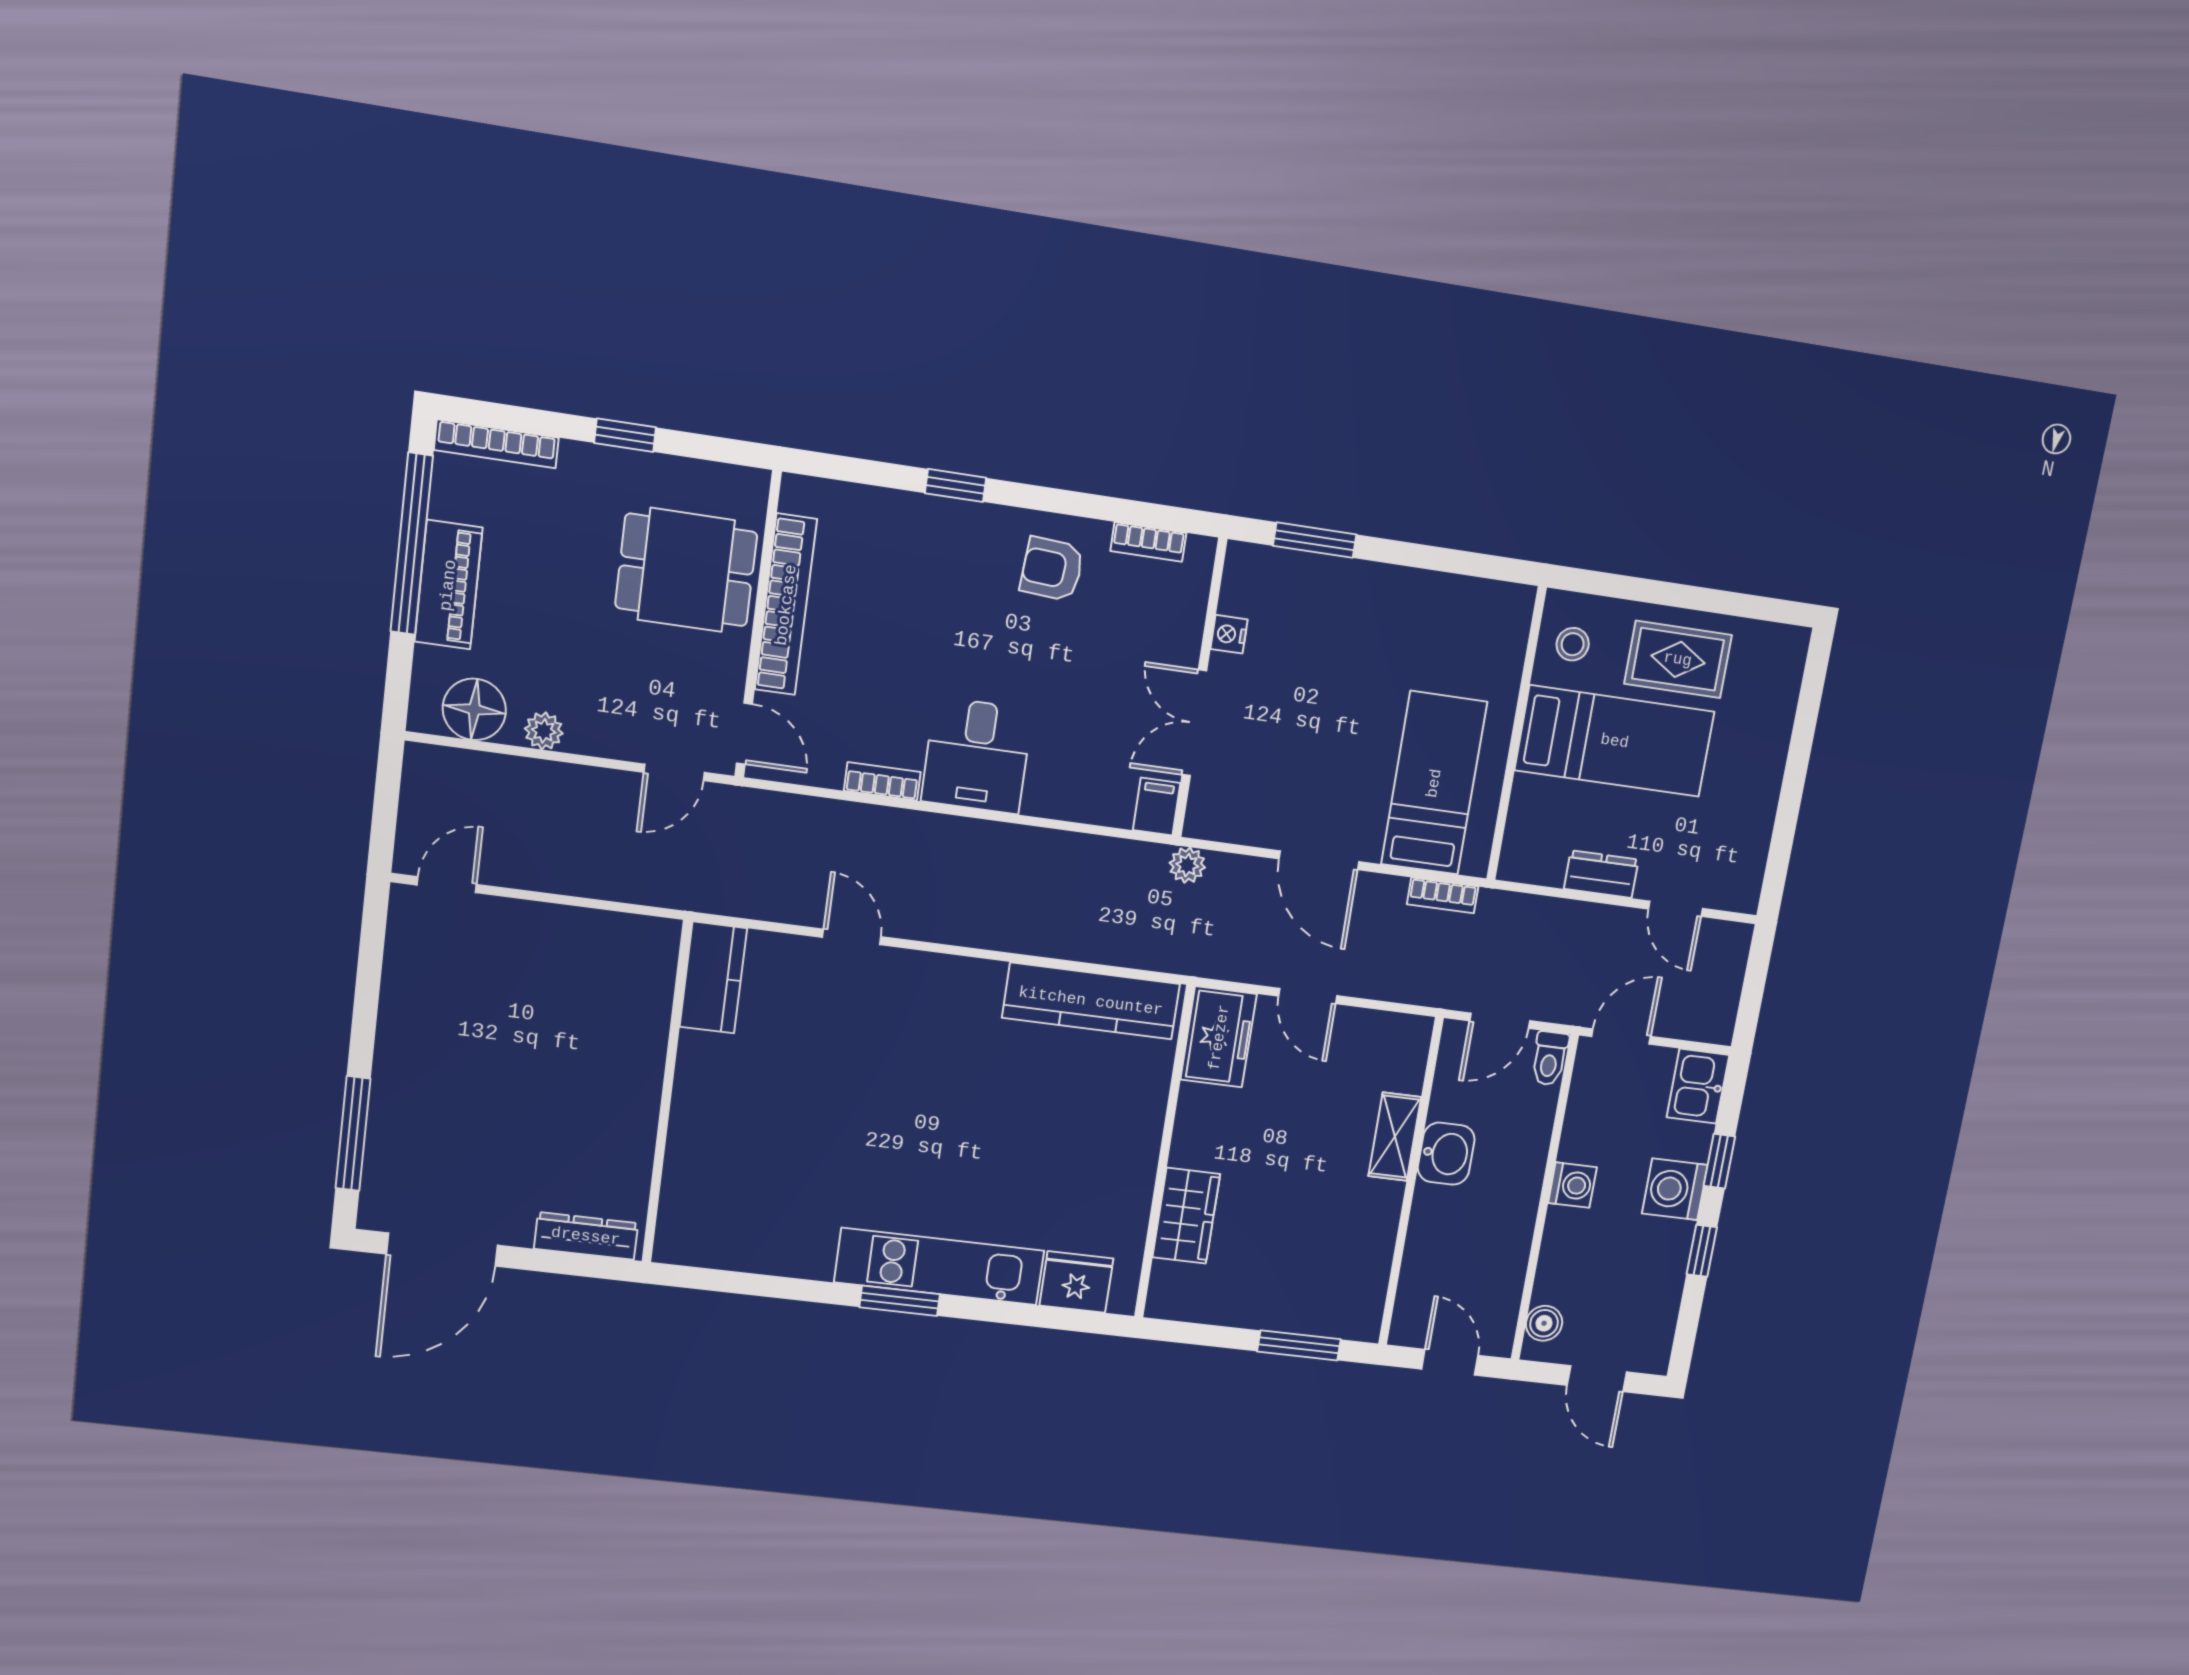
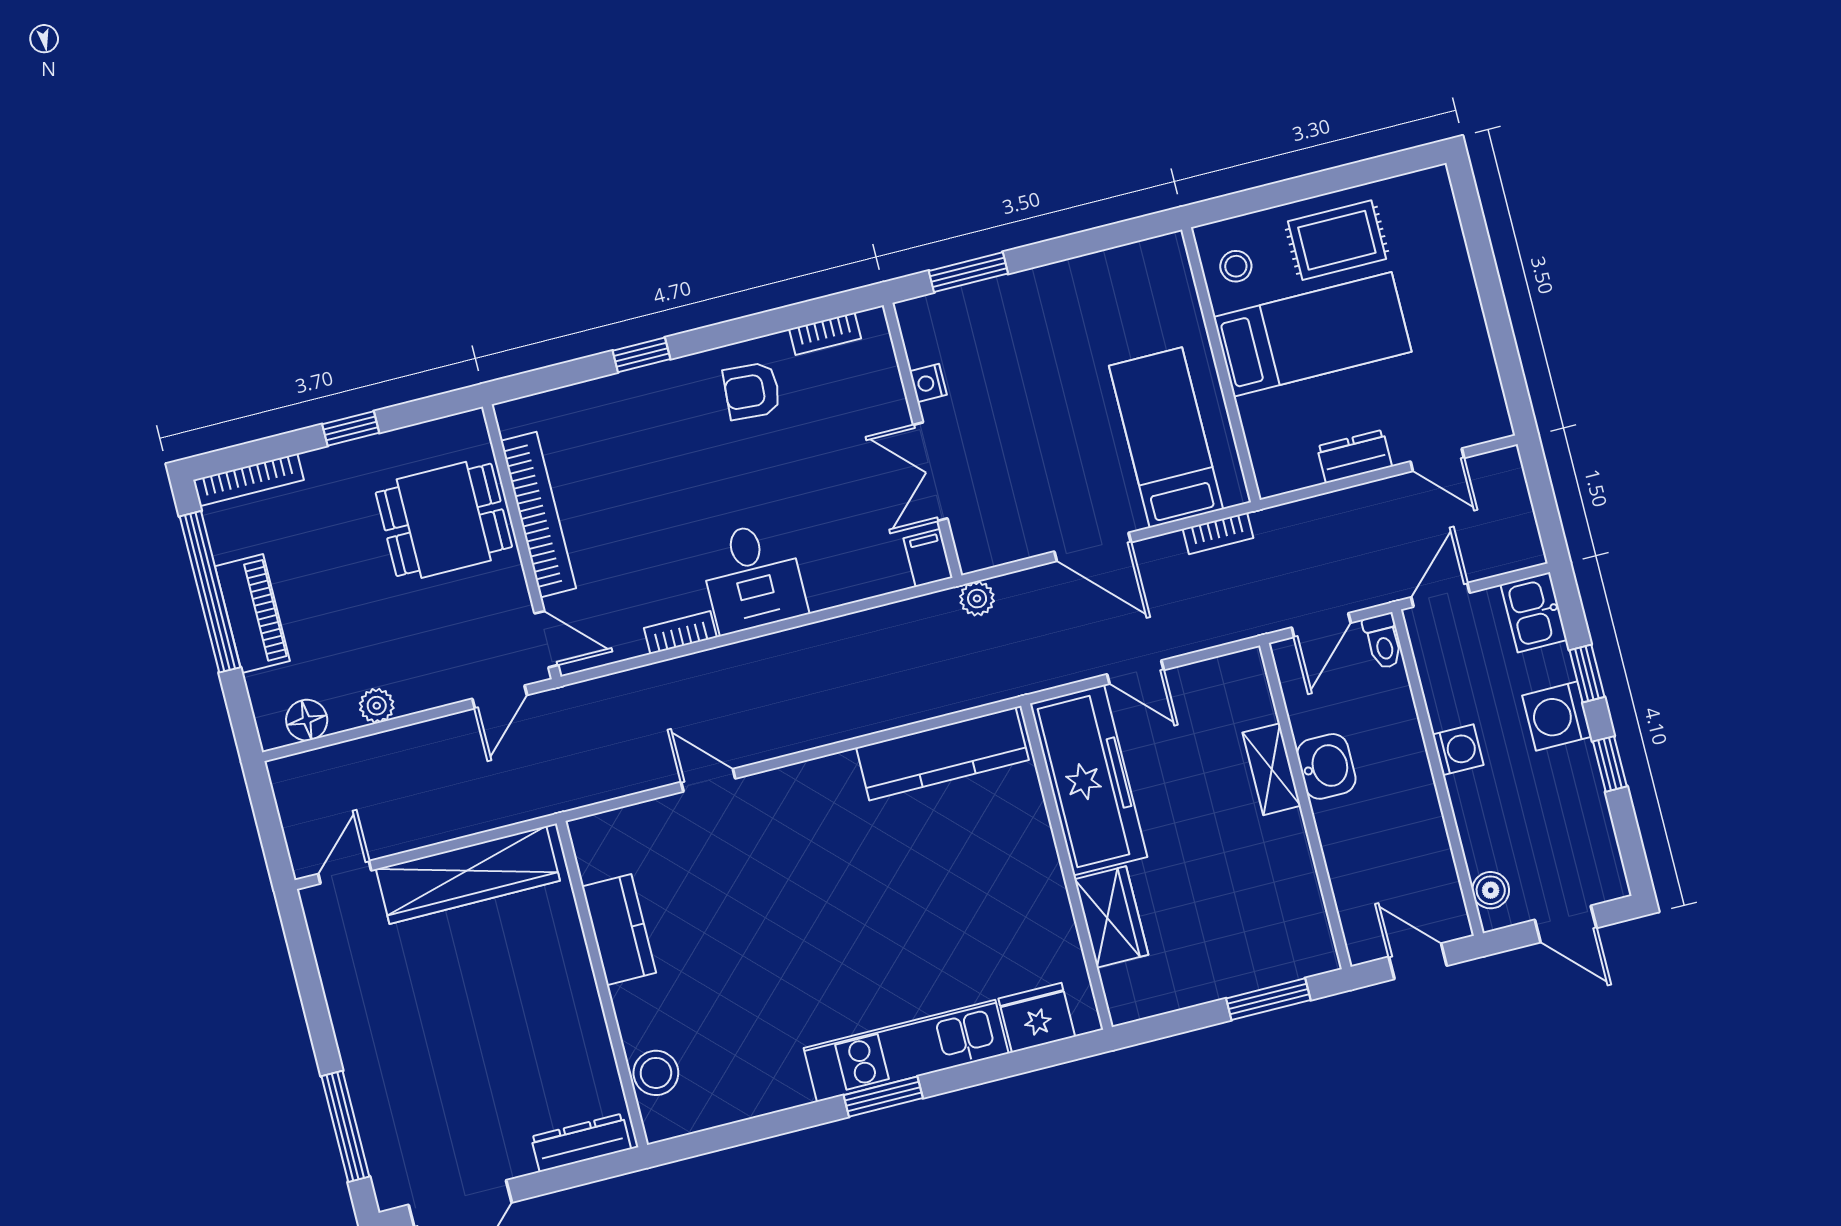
floor lamp: (474, 709) -> (307, 720), width x0.73, depth x0.73
wardrobe: (573, 936) -> (468, 875), added
kitchen counter: (713, 978) -> (619, 930), moved
freezer: (1219, 1037) -> (1089, 780), width x1.91, depth x1.26
stool: (687, 1197) -> (656, 1073), added

